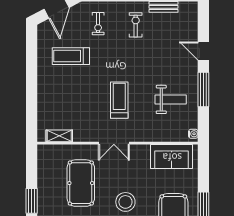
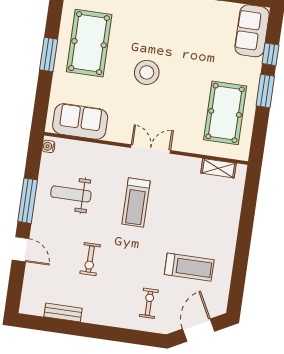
exercise bike: (136, 25) -> (90, 259), moved
pool table: (81, 183) -> (225, 113), moved

